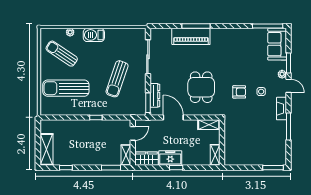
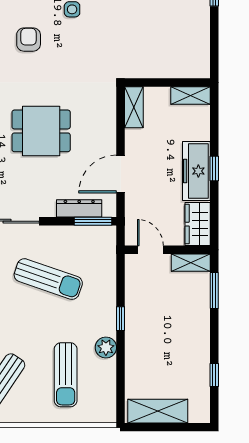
dining table: (201, 87) -> (41, 131), moved
sun lounger: (66, 88) -> (66, 375), width x0.73, depth x0.75
armchair: (239, 92) -> (29, 40), moved
plant: (80, 110) -> (106, 348), added
shelving: (46, 149) -> (158, 411), moved
freezer: (170, 158) -> (196, 171), width x1.40

